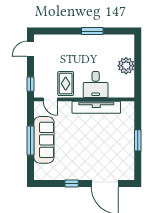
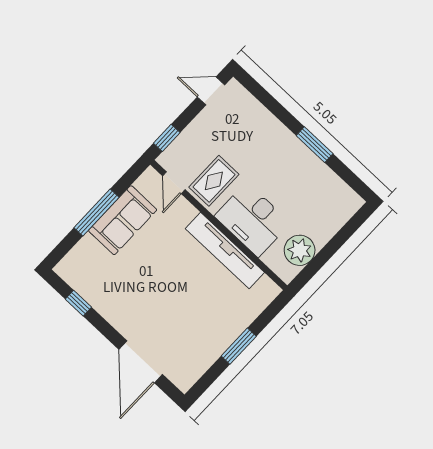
plant: (126, 66) -> (300, 250), moved
desk: (96, 84) -> (252, 220), width x1.37
sofa: (44, 140) -> (123, 220), width x0.73
window: (72, 184) -> (78, 303), moved

